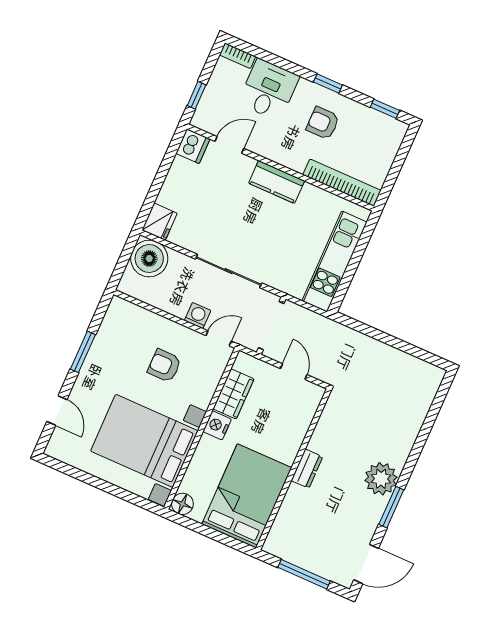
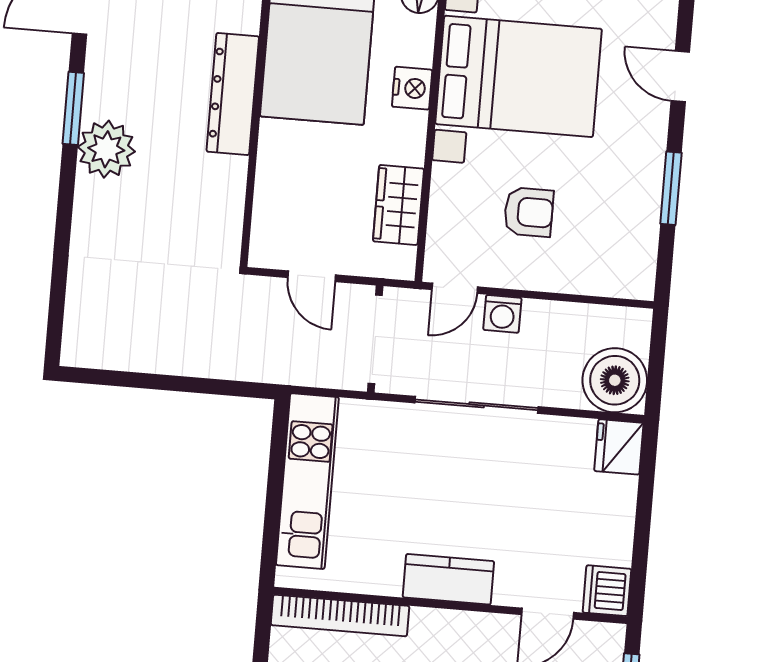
nightstand: (217, 425) -> (412, 88), moved
dresser: (307, 469) -> (233, 94), width x1.96, depth x1.24

